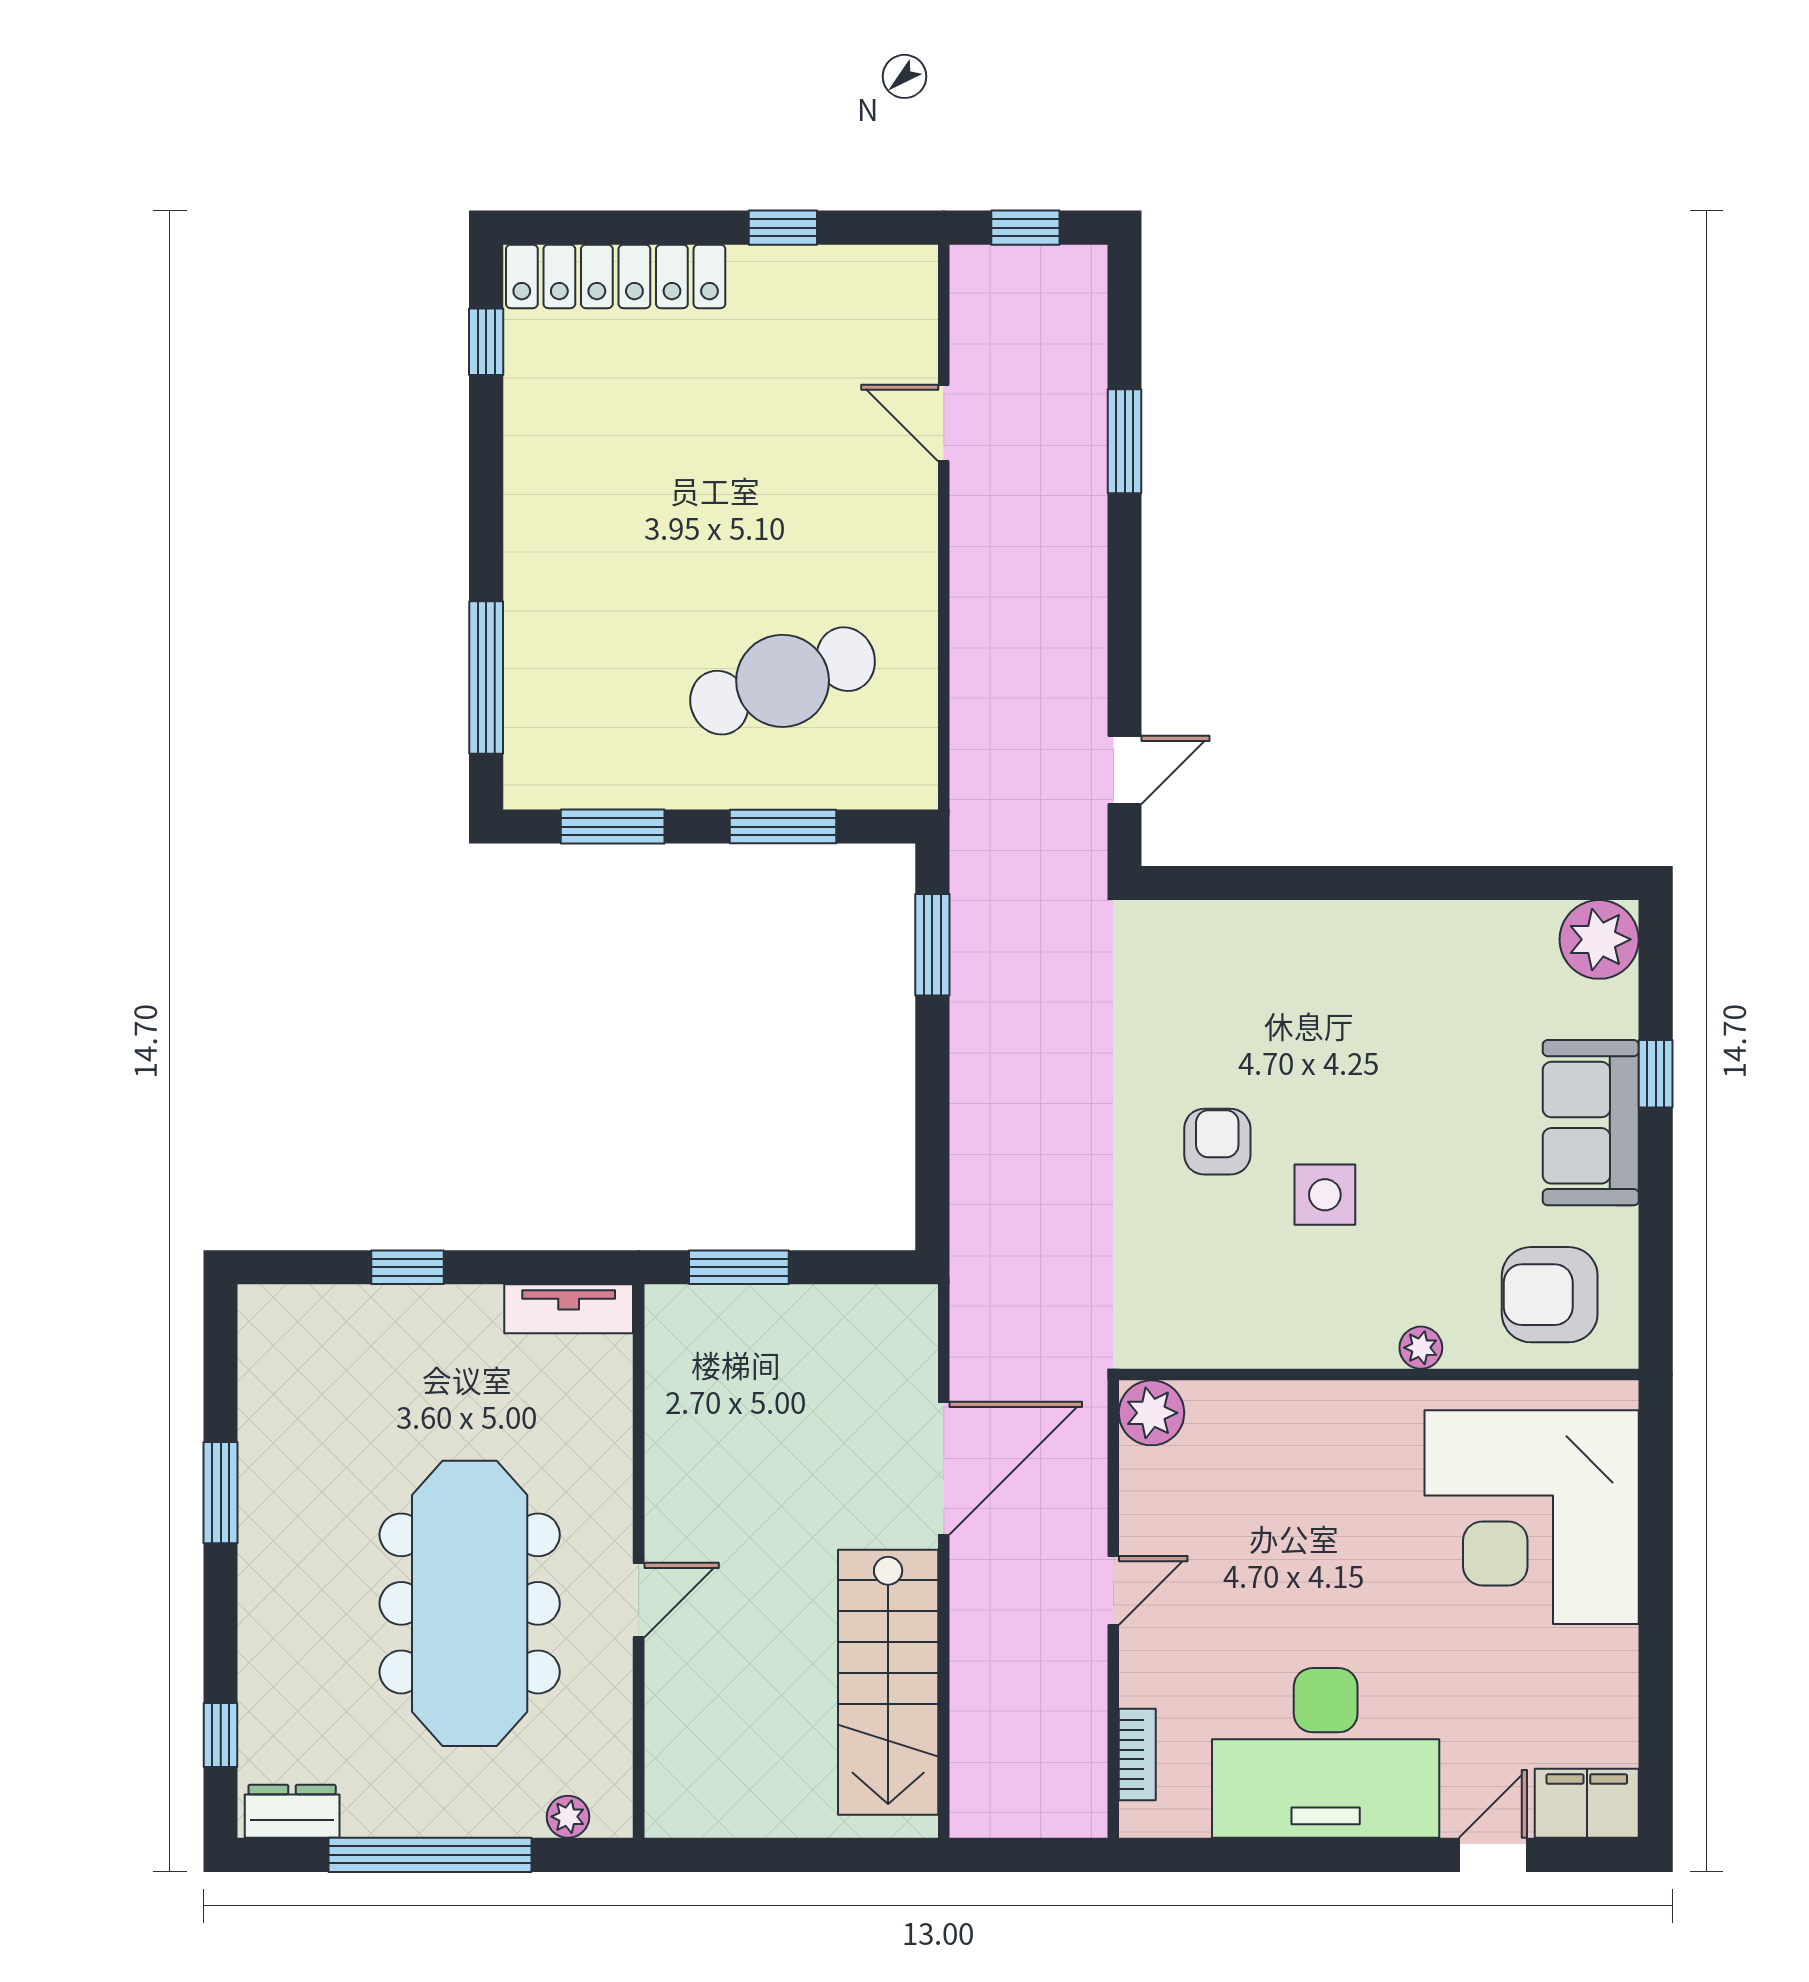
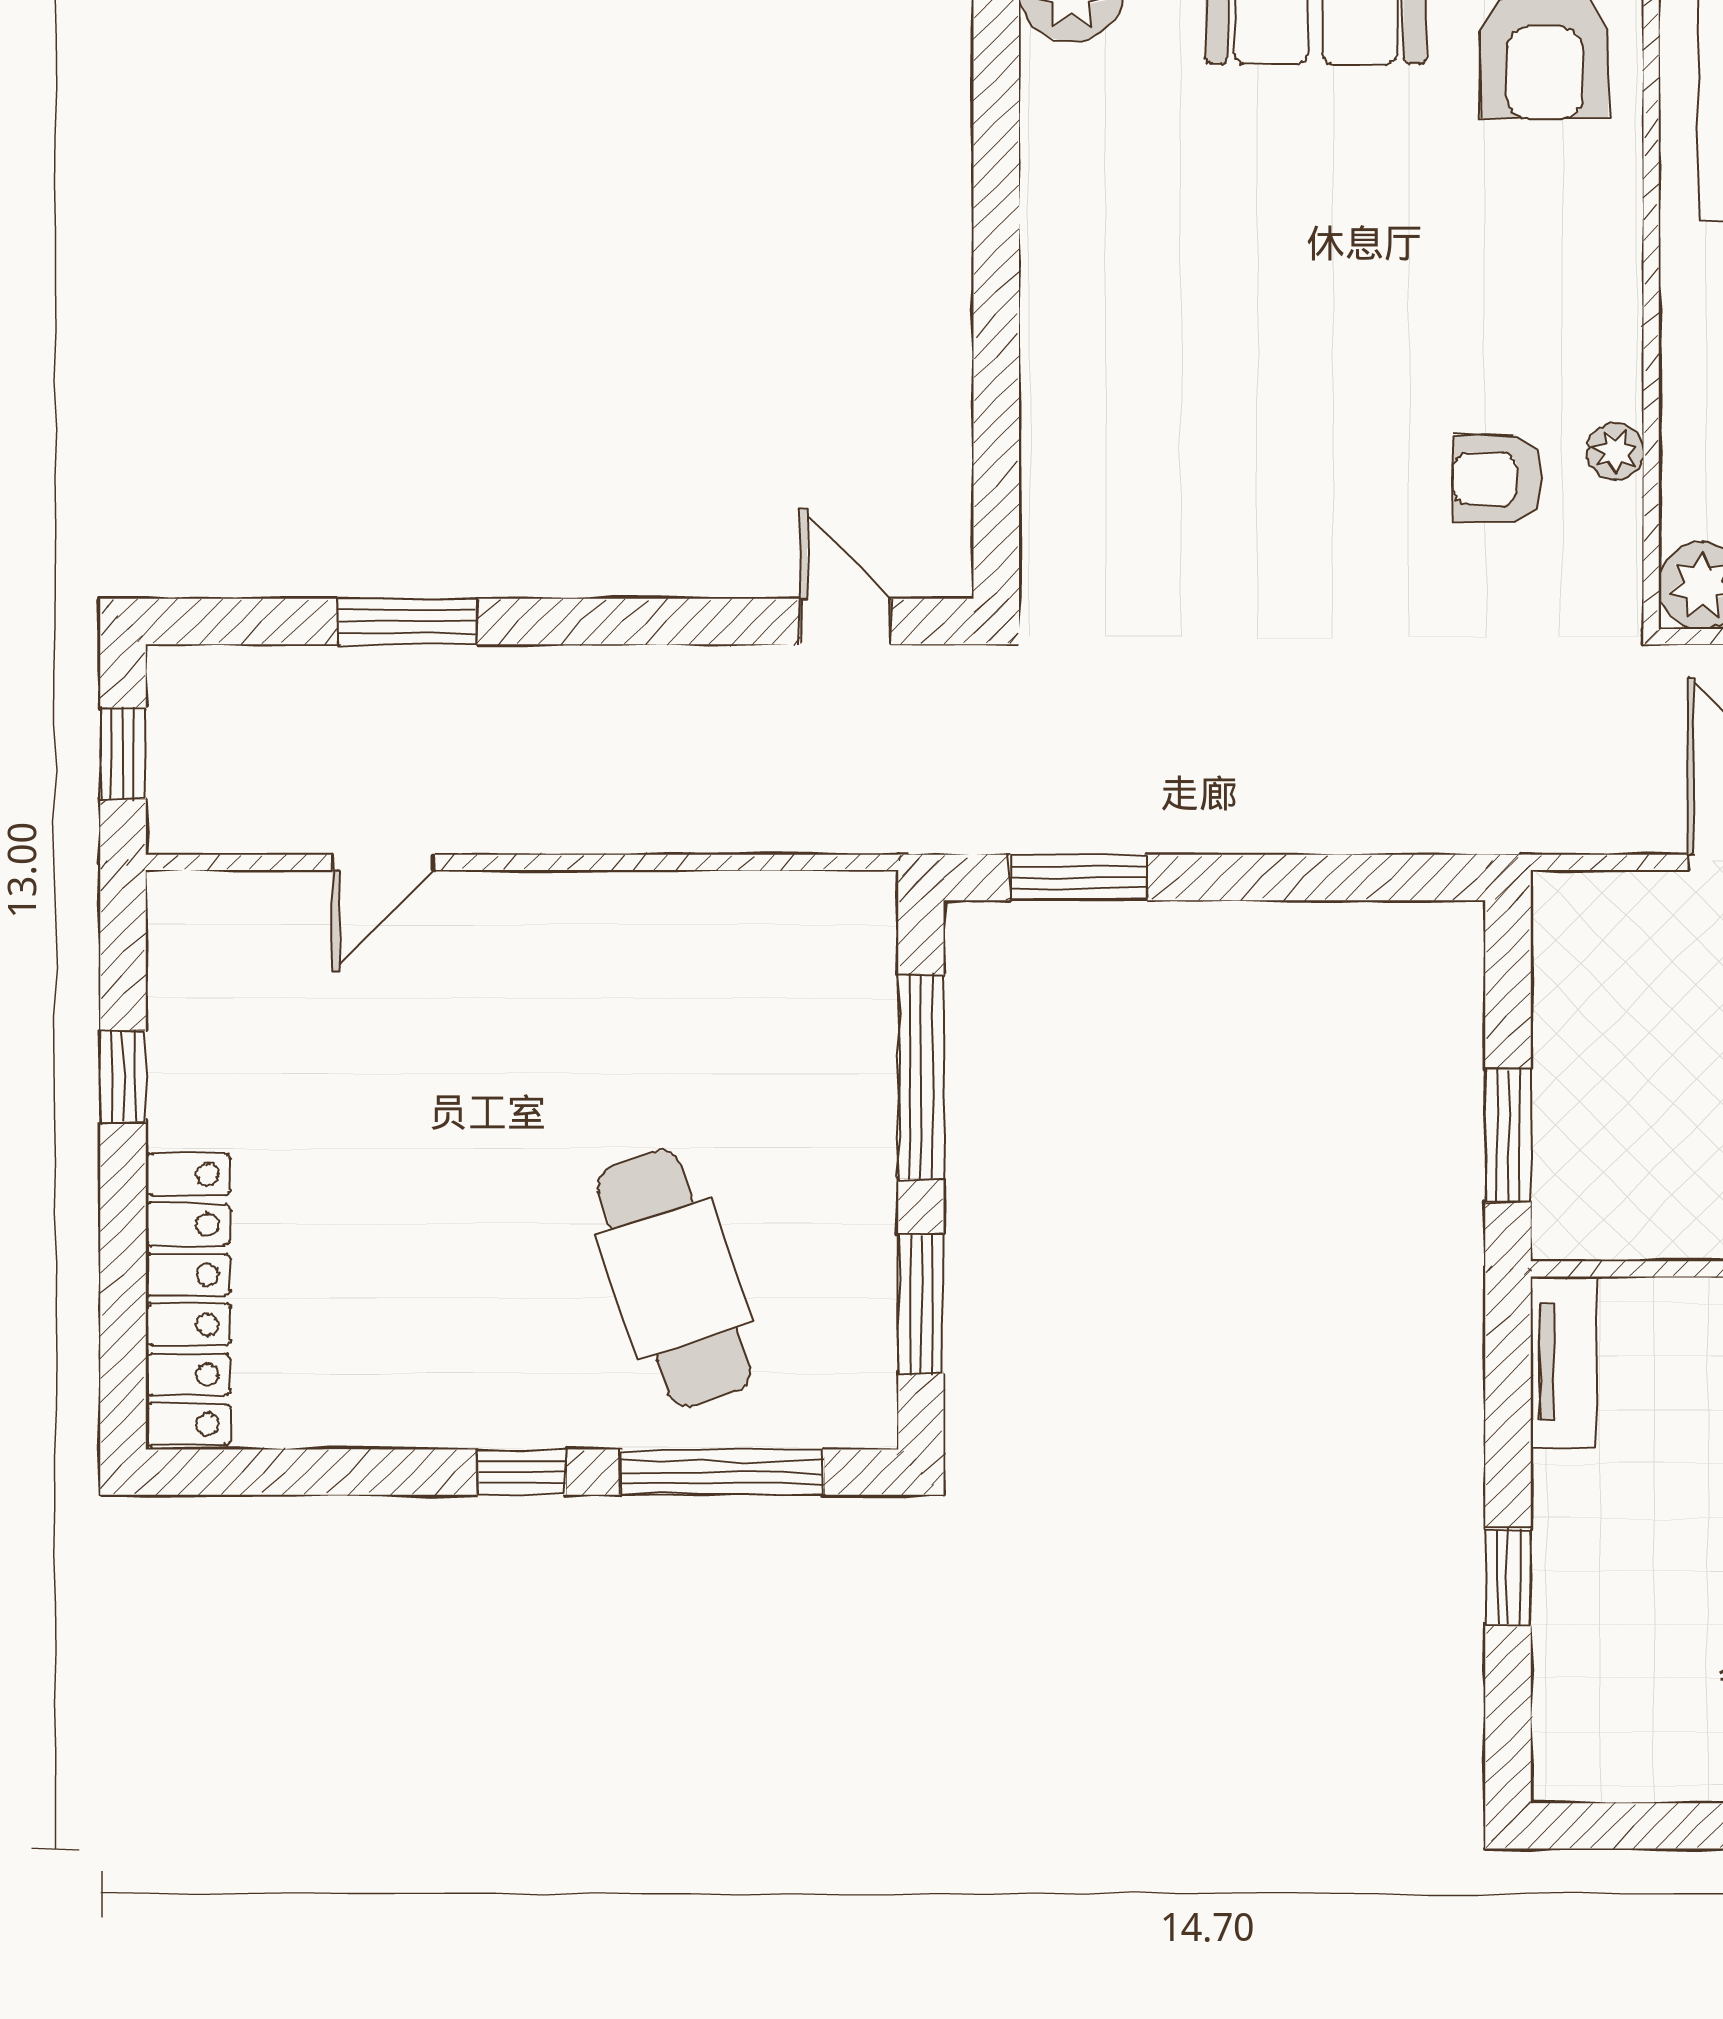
window: (486, 342) -> (521, 1472), moved
cafe table: (783, 681) -> (674, 1279), moved
window: (783, 827) -> (921, 1077), width x1.44
armchair: (1217, 1142) -> (1498, 479), moved
side table: (1325, 1195) -> (1411, 355), removed
plant: (1421, 1348) -> (1615, 452), moved

